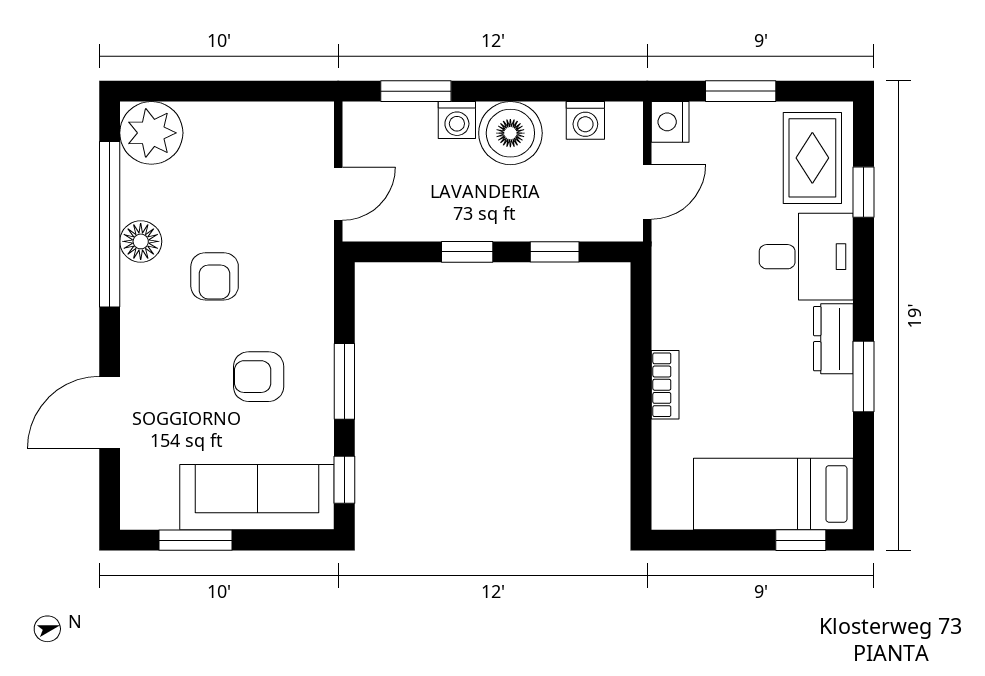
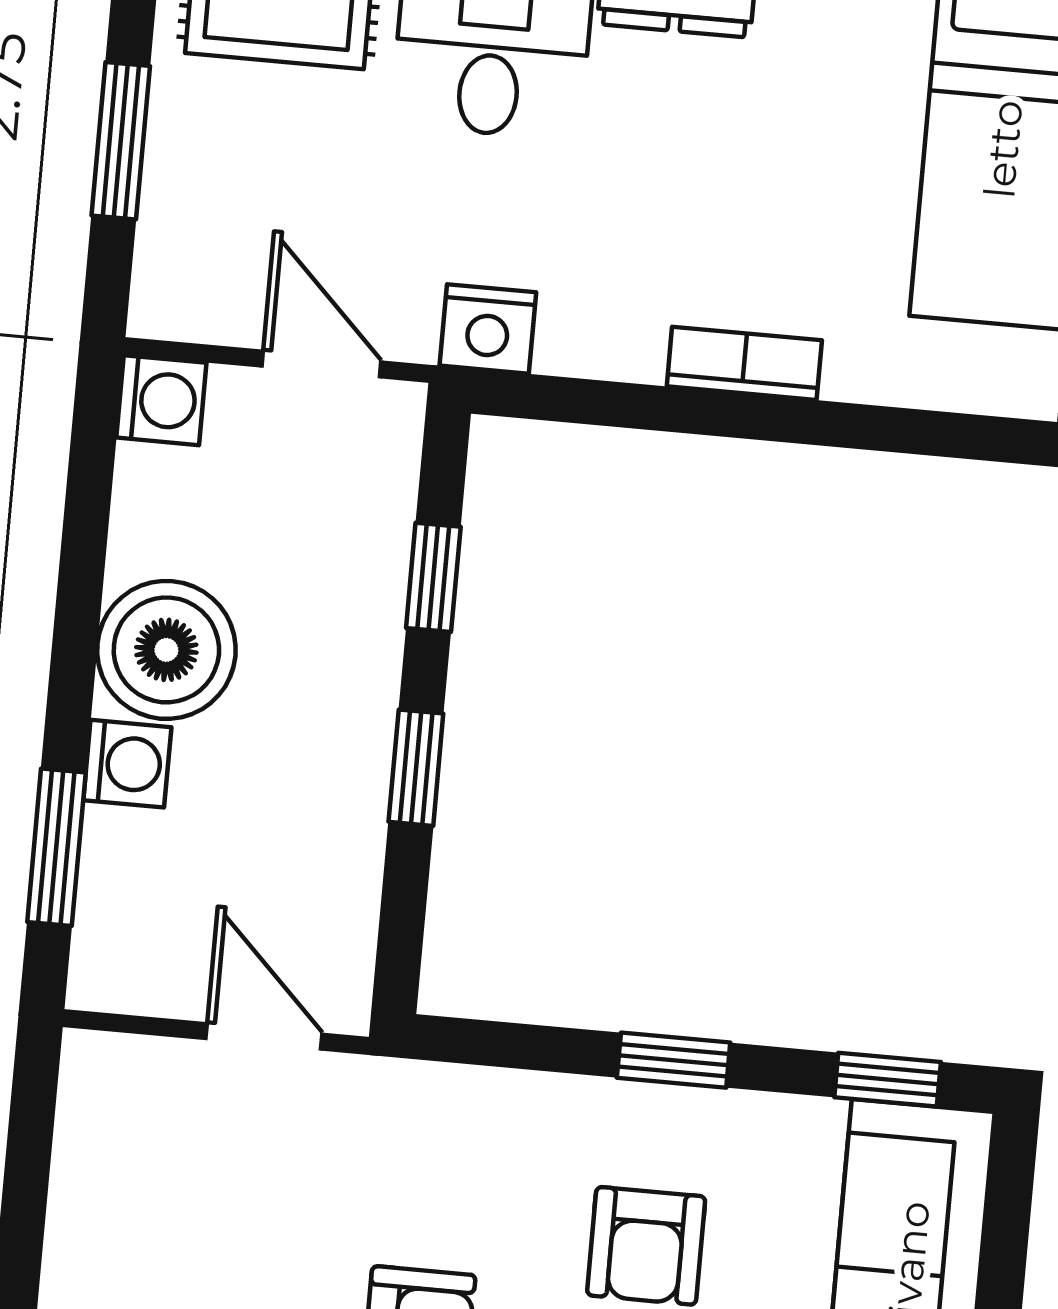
washing machine: (585, 120) -> (161, 400), moved
nightstand: (670, 122) -> (488, 329), moved
window: (344, 381) -> (674, 1060), width x0.67

